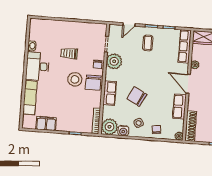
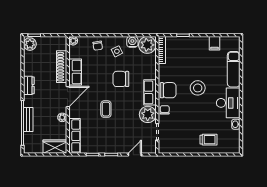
coffee table: (148, 43) -> (106, 109), moved
trolley: (69, 53) -> (208, 140), moved
stool: (75, 79) -> (198, 88), moved
chair: (93, 83) -> (168, 90), turned 90
door: (188, 84) -> (68, 97), hinge flipped
row of seats: (110, 93) -> (150, 92), moved
chair: (137, 97) -> (121, 79), turned 153
filing cabinet: (46, 123) -> (215, 43), width x0.50
shoe rack: (191, 126) -> (62, 67), moved

